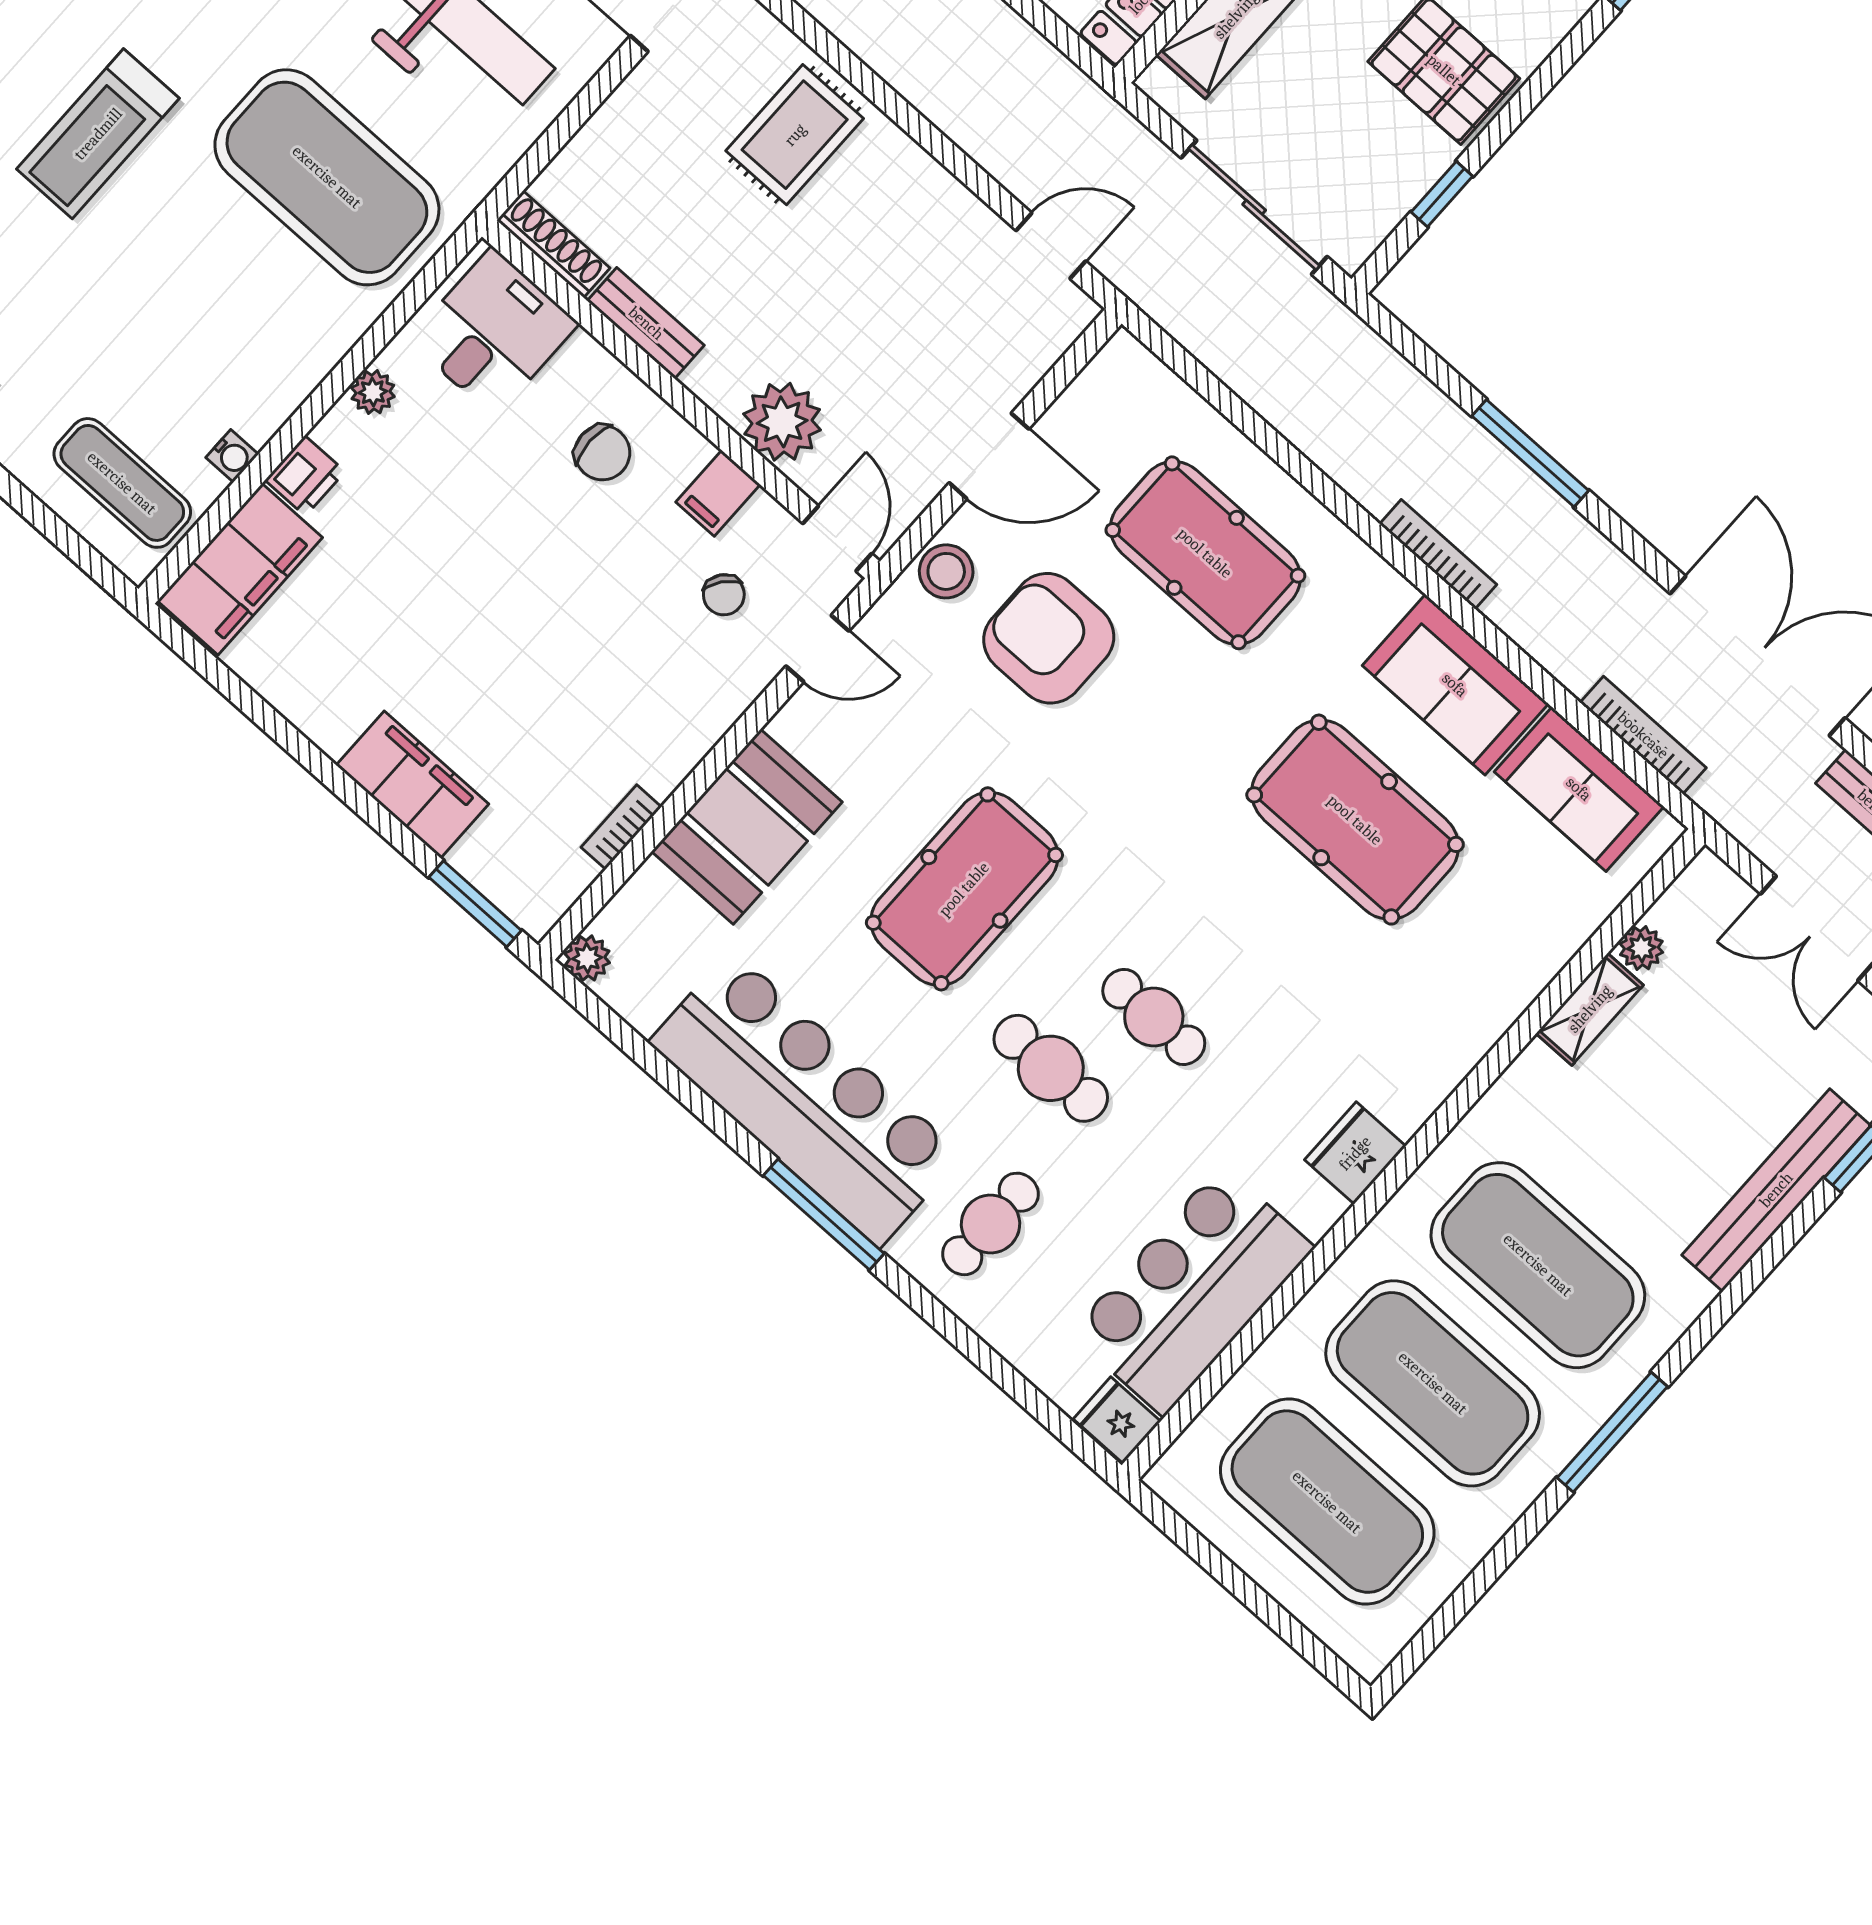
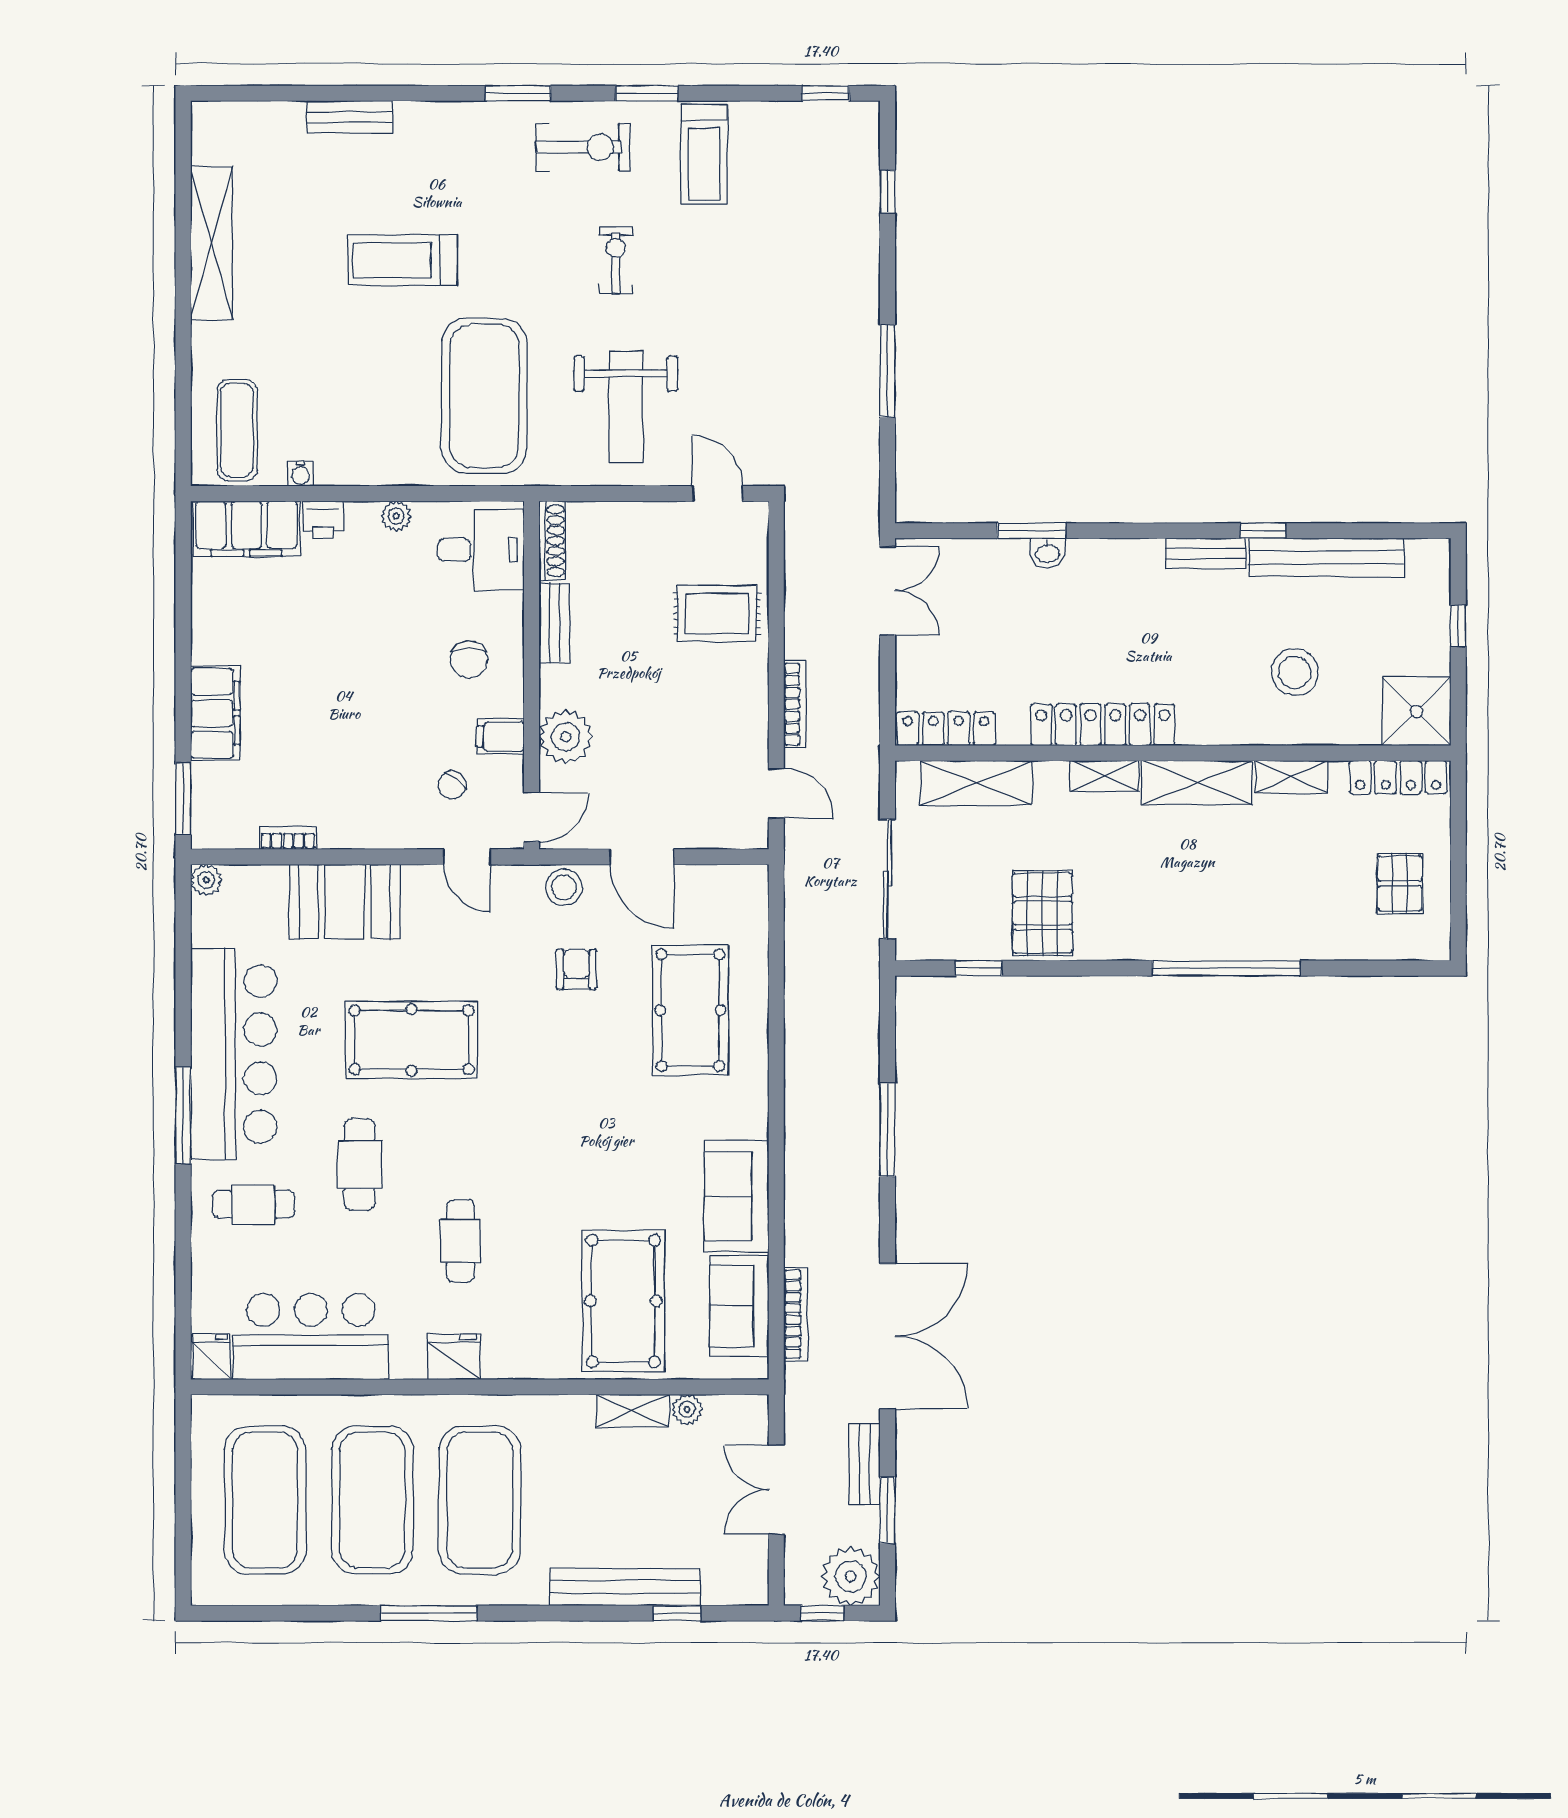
bookcase: (1438, 554) -> (795, 704), moved
armchair: (1049, 638) -> (576, 969), width x0.53, depth x0.53
pool table: (1355, 820) -> (623, 1301), moved
cafe table: (1154, 1017) -> (460, 1241), moved

